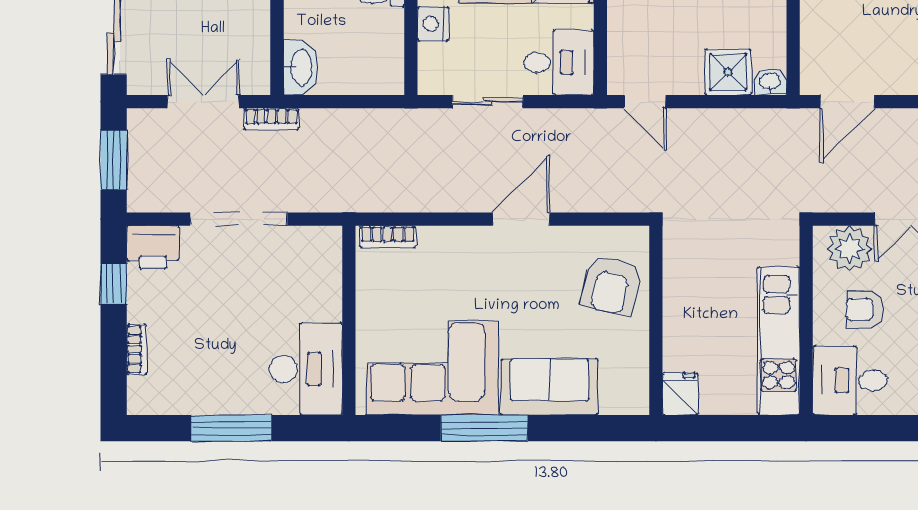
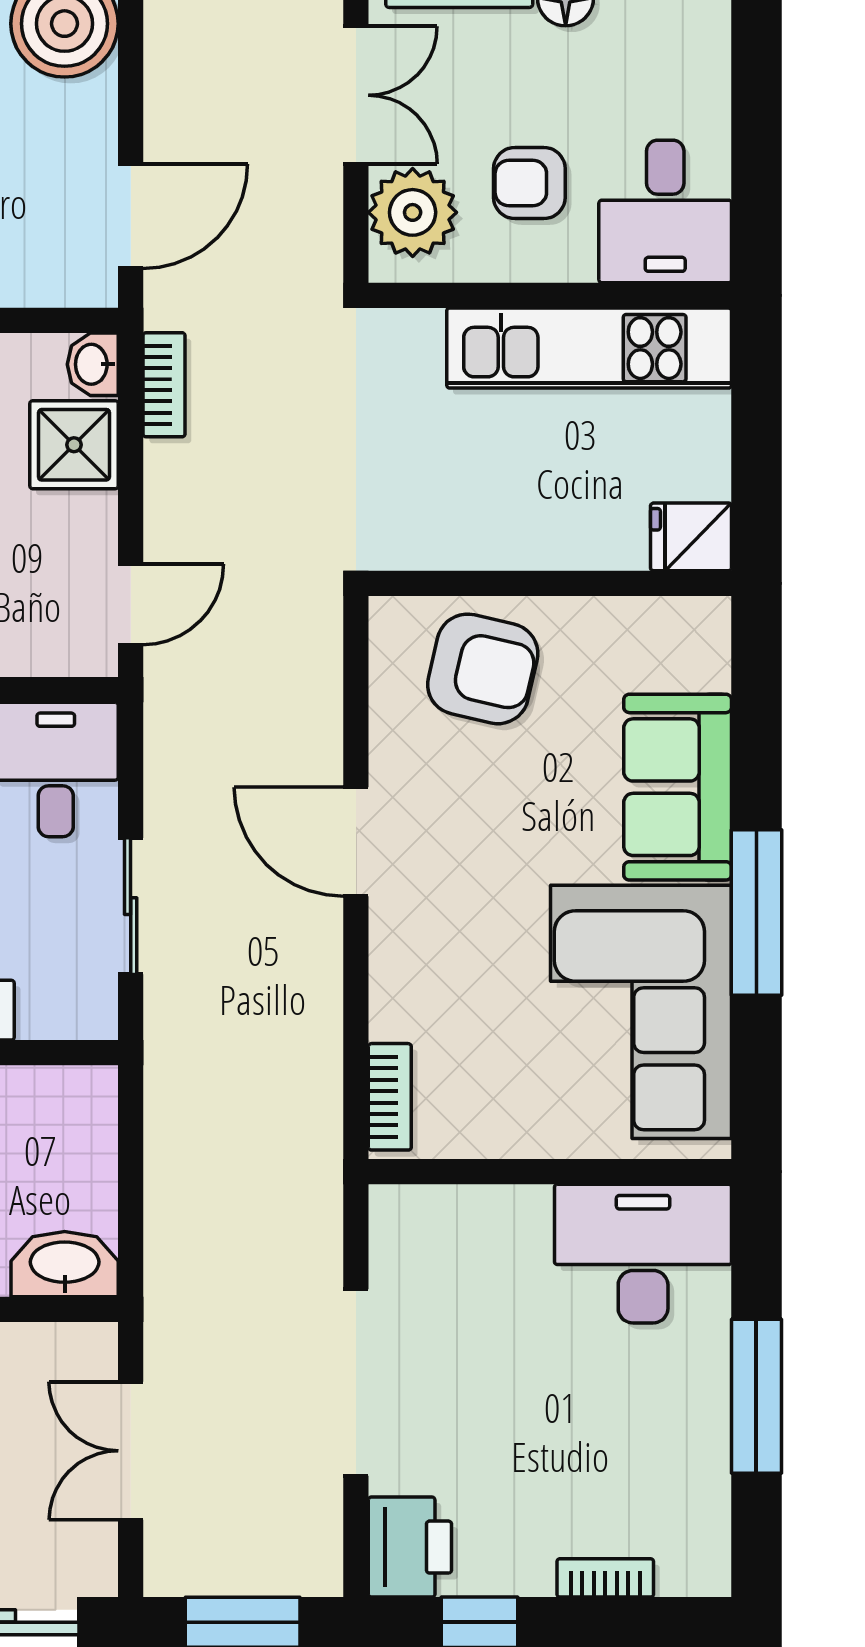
door: (847, 102) -> (131, 216), hinge flipped
bookcase: (271, 119) -> (164, 385), moved
armchair: (865, 310) -> (529, 183), turned 90

